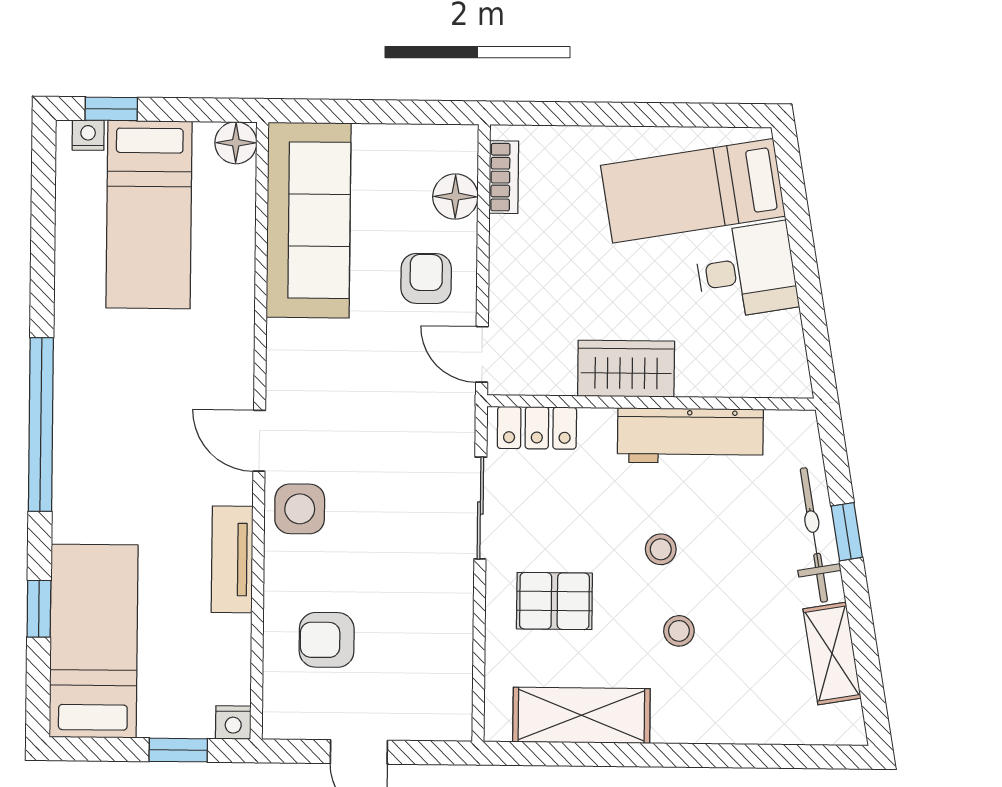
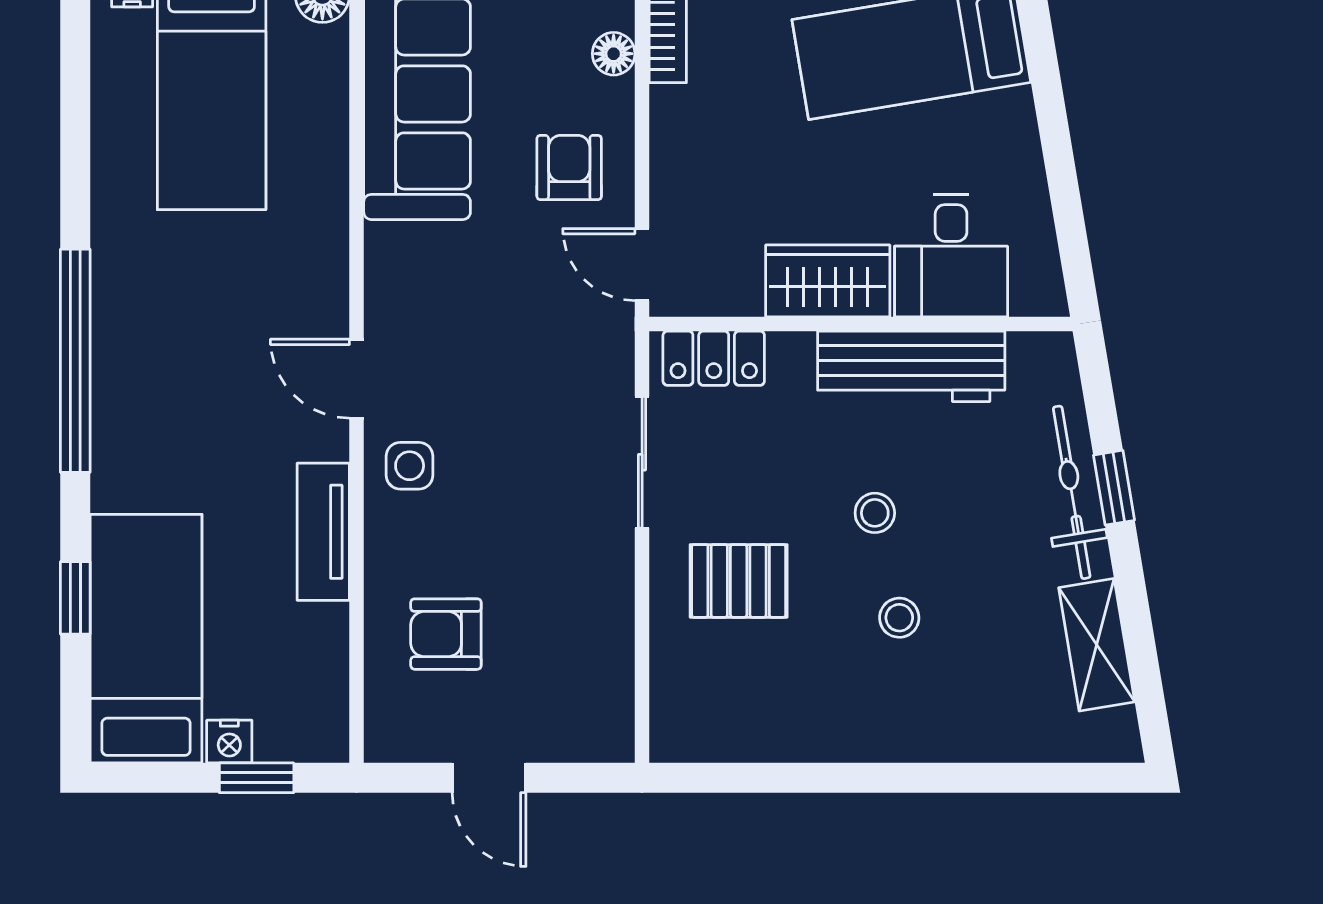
floor lamp: (455, 197) -> (614, 54), width x0.73, depth x0.73
desk: (746, 270) -> (951, 256), moved, turned 100
side table: (300, 509) -> (410, 466), width x0.73, depth x0.73
shelving: (581, 715) -> (775, 728), removed
nightstand: (233, 722) -> (229, 742), moved

